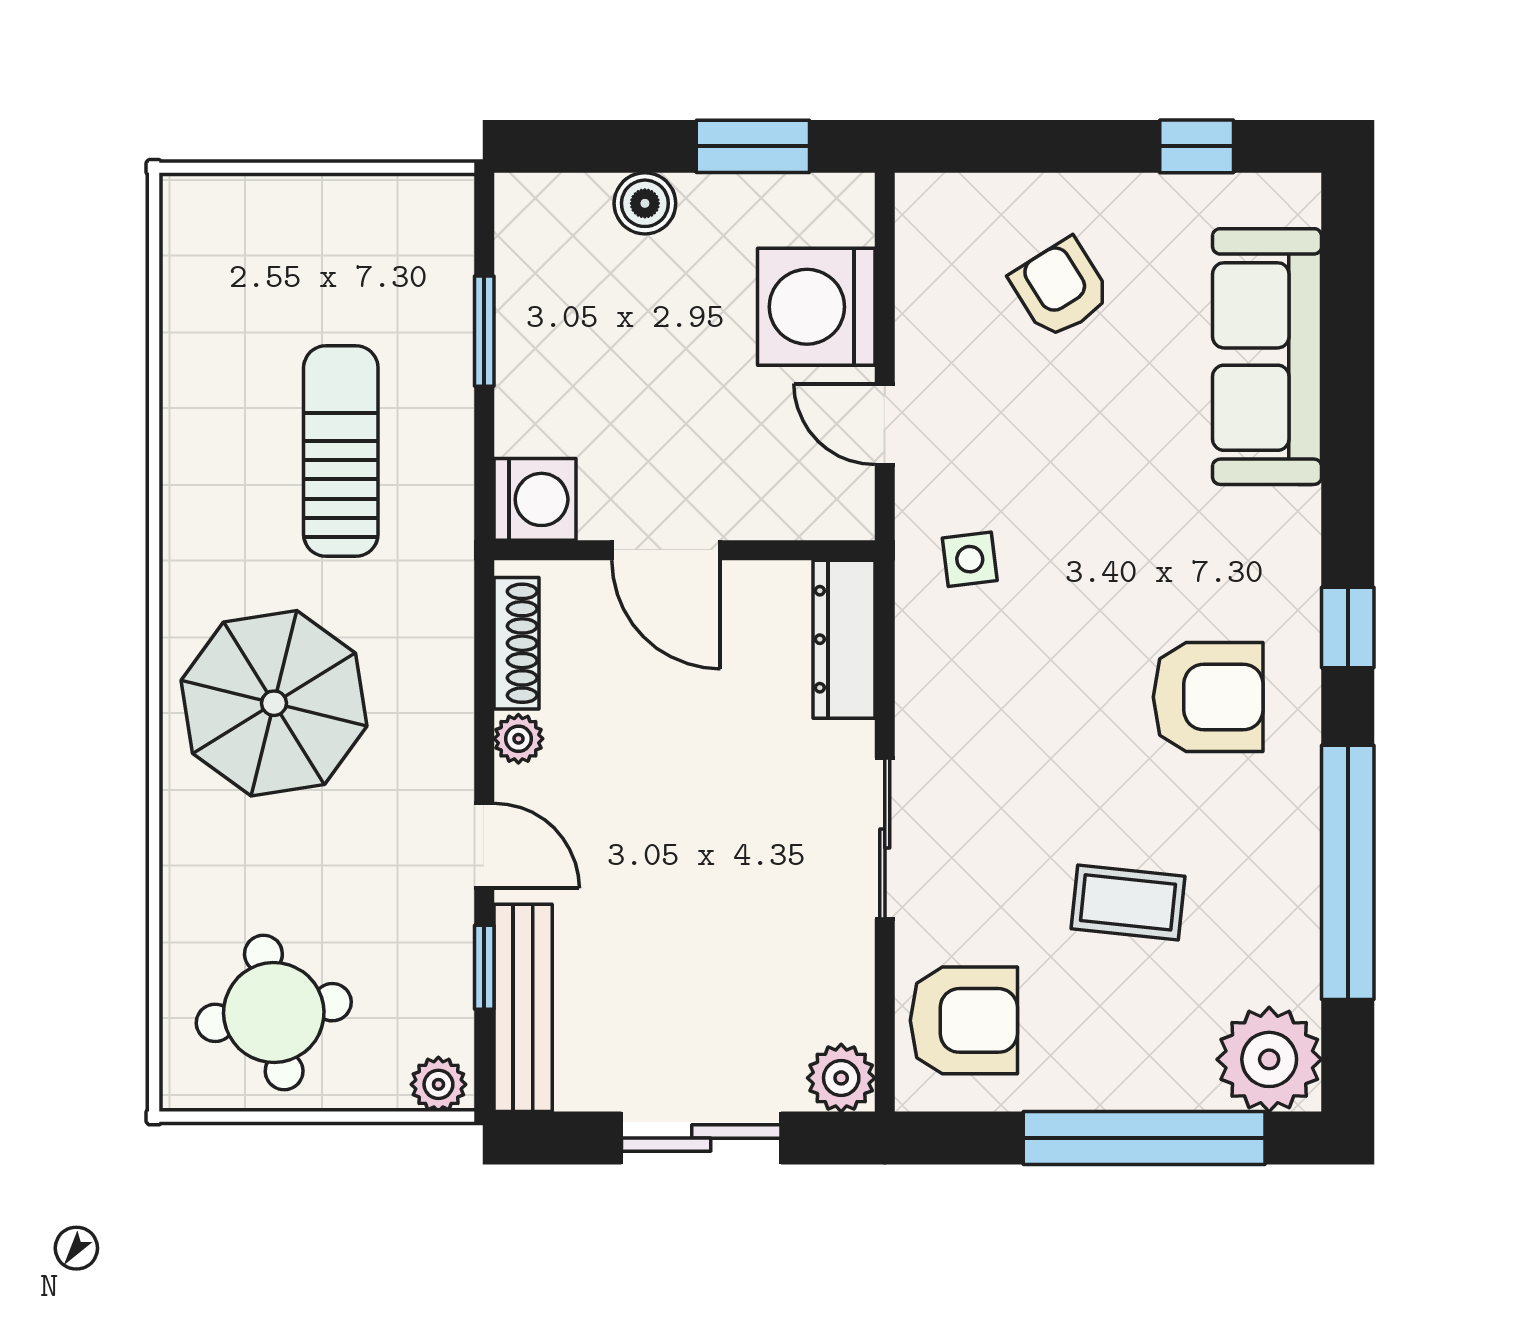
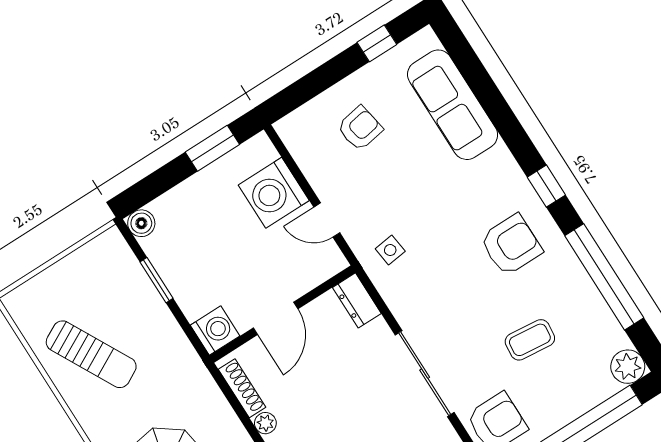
boiler: (645, 203) -> (141, 223), moved
armchair: (1060, 288) -> (360, 128), turned 112
sun lounger: (341, 451) -> (91, 354), moved, turned 152
door: (666, 550) -> (276, 318), hinge flipped
dresser: (844, 639) -> (357, 300), width x0.70
sliding door: (885, 838) -> (425, 374), width x1.37
plant: (1269, 1059) -> (628, 367), width x0.73, depth x0.73

